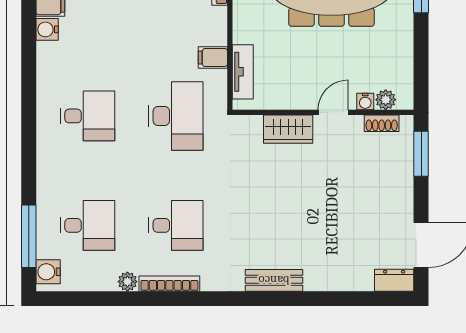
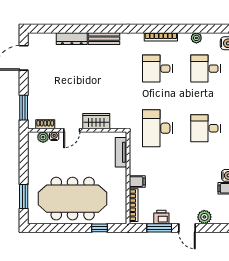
filing cabinet: (213, 57) -> (137, 182), moved
dresser: (394, 280) -> (72, 39), moved, width x1.44
plant: (127, 282) -> (196, 38), moved

